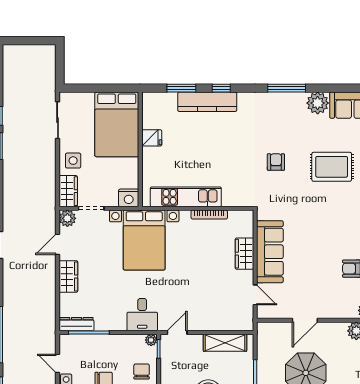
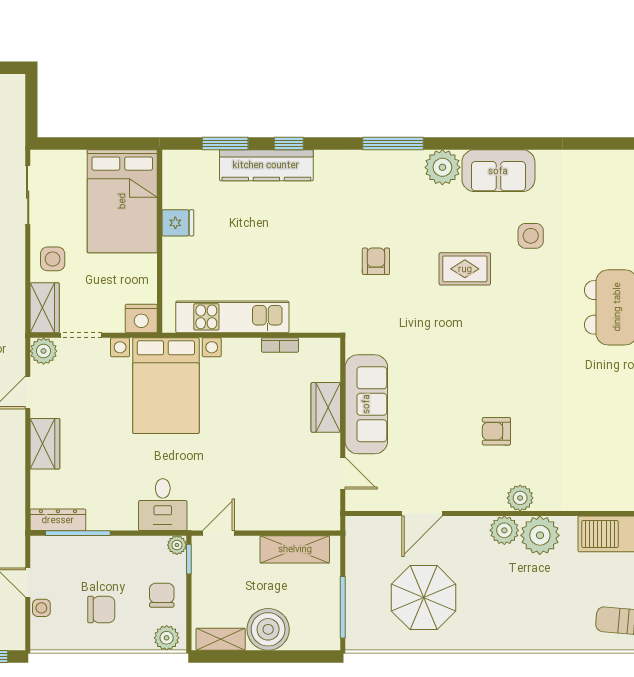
rug: (332, 167) -> (465, 269), width x0.73, depth x0.70
bookcase: (209, 215) -> (280, 345), width x0.64

